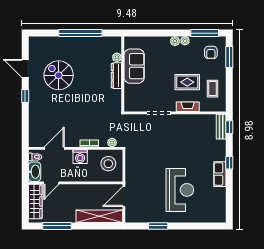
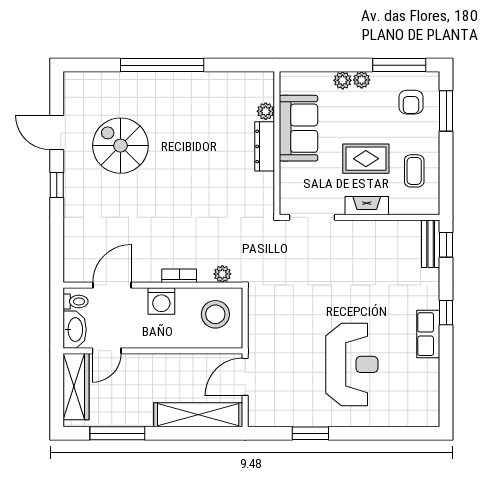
plant: (117, 57) -> (266, 111), moved
sofa: (134, 66) -> (298, 128), moved
wall: (123, 74) -> (277, 143), moved
dresser: (116, 76) -> (265, 146), moved

